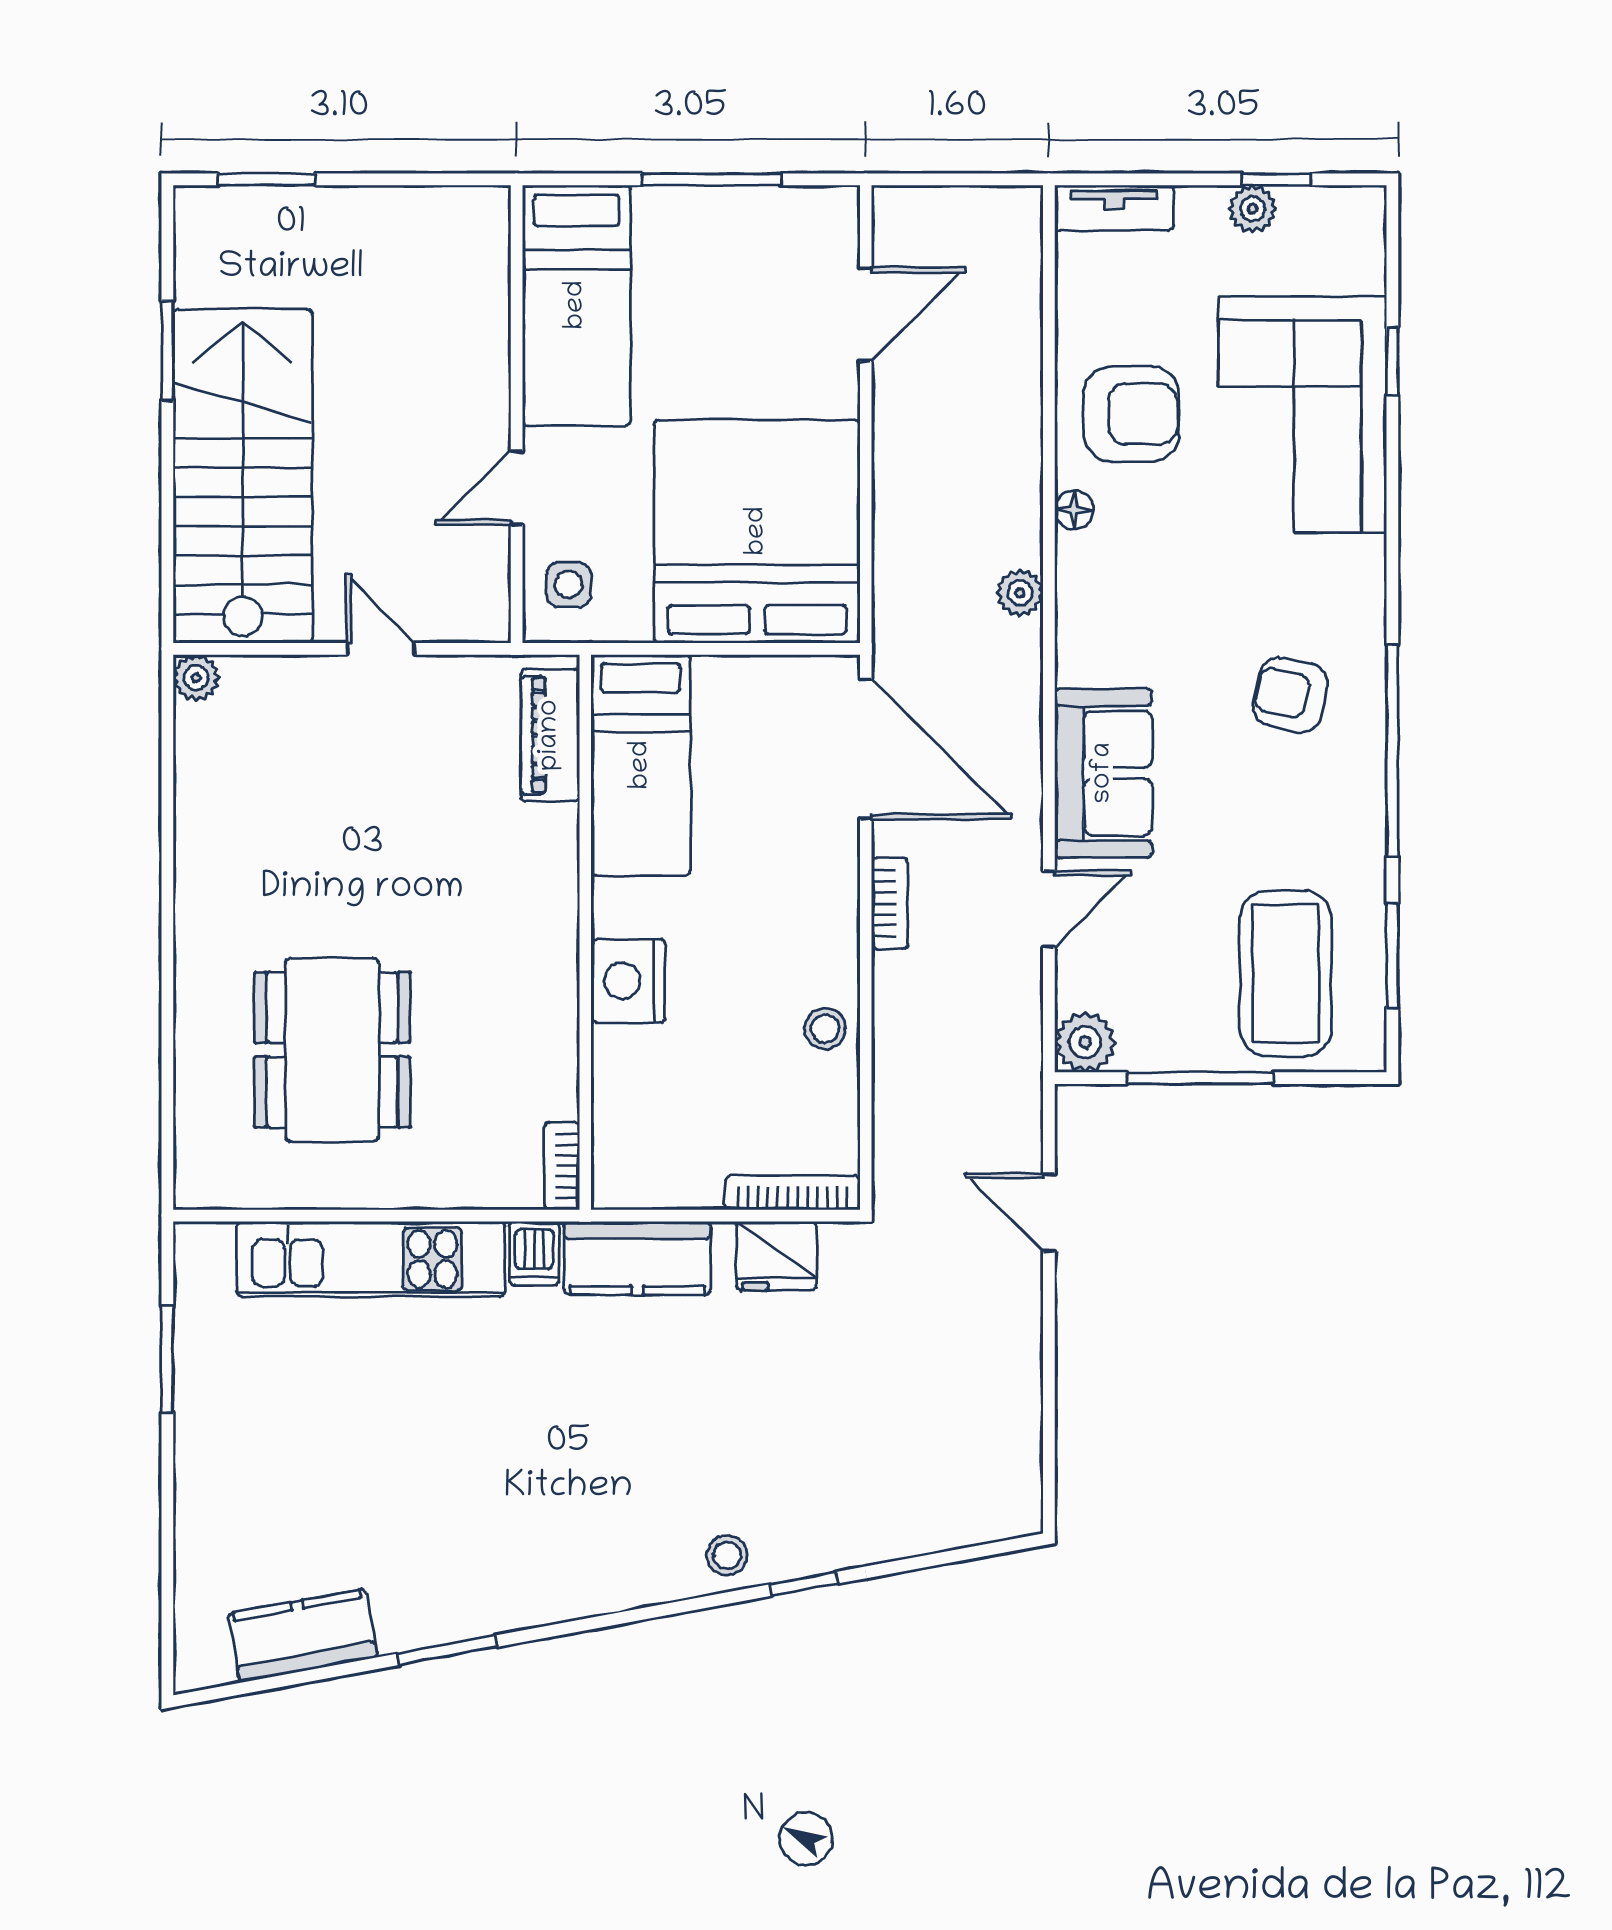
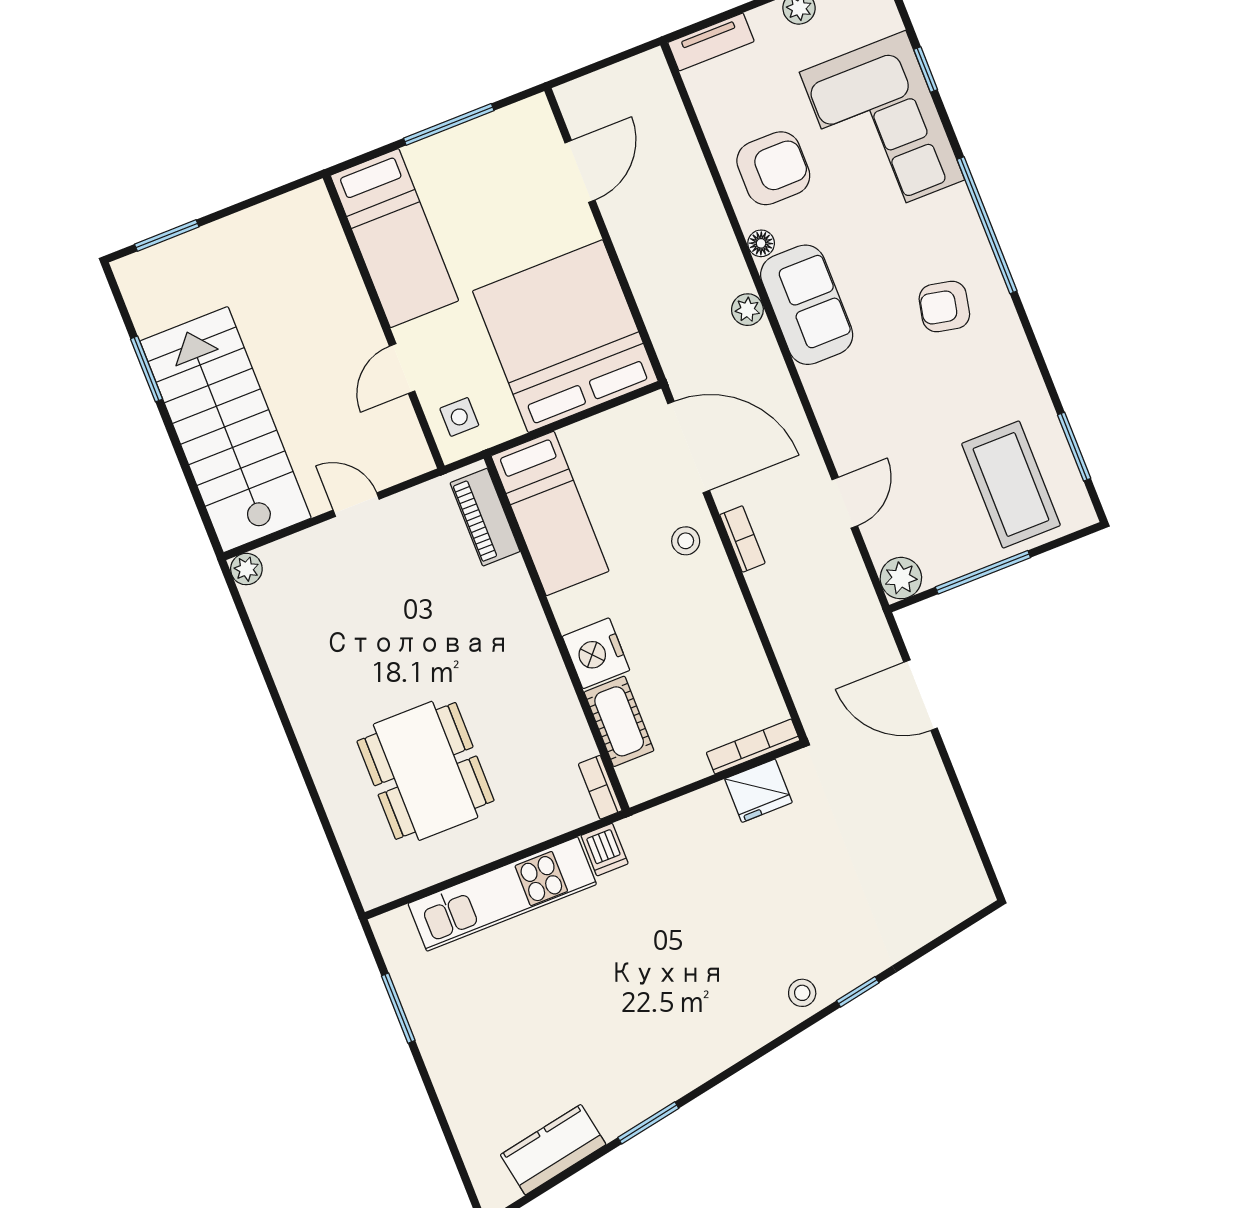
window: (1392, 751) -> (987, 225), moved
sofa: (1103, 773) -> (807, 305), moved
stool: (825, 1029) -> (686, 541), moved
cot: (623, 1086) -> (619, 721), added
door: (1049, 1213) -> (921, 695), width x1.38
kitchen counter: (637, 1258) -> (671, 827), removed

